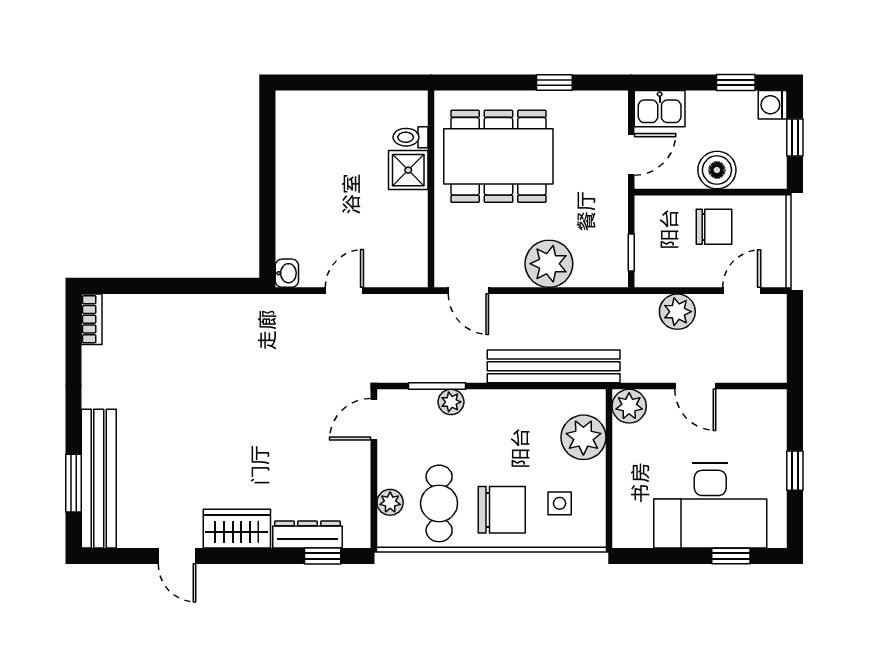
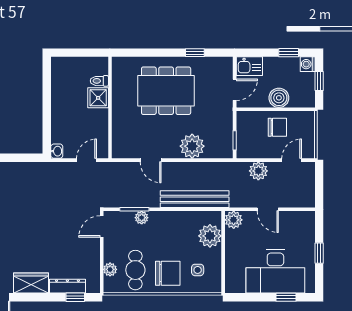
toilet: (410, 137) -> (99, 81), moved
shower: (408, 170) -> (98, 98), moved
wall: (431, 189) -> (110, 108), moved

